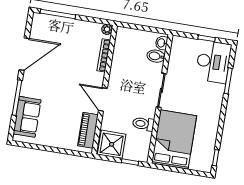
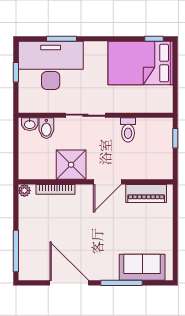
desk: (213, 62) -> (51, 65), width x1.36, depth x1.30
bed: (174, 139) -> (140, 63), moved
shower: (112, 144) -> (71, 165), moved

